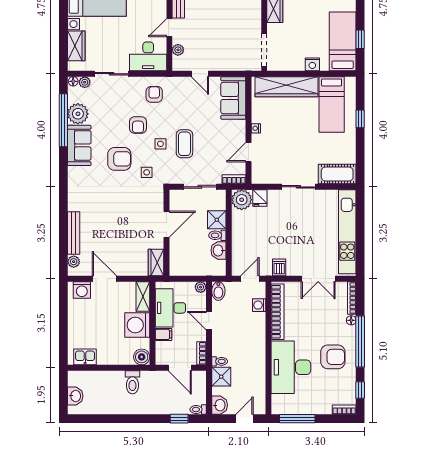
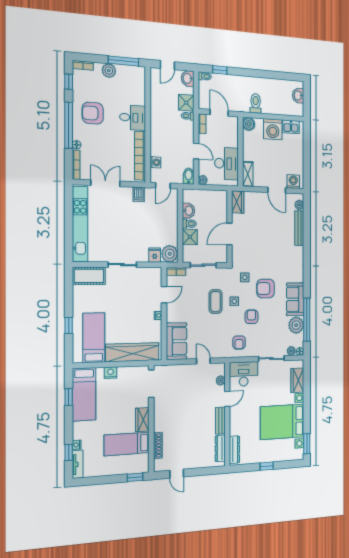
washing machine: (137, 325) -> (273, 129), moved, turned 90
filing cabinet: (163, 334) -> (232, 142), removed
desk: (291, 367) -> (133, 118), width x0.53, depth x0.77
plant: (314, 406) -> (109, 71), added

